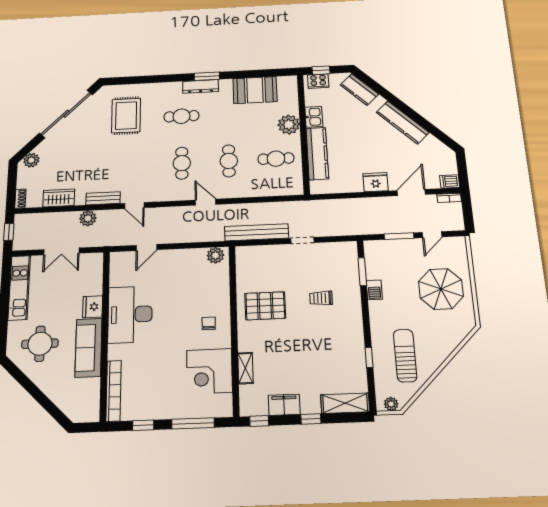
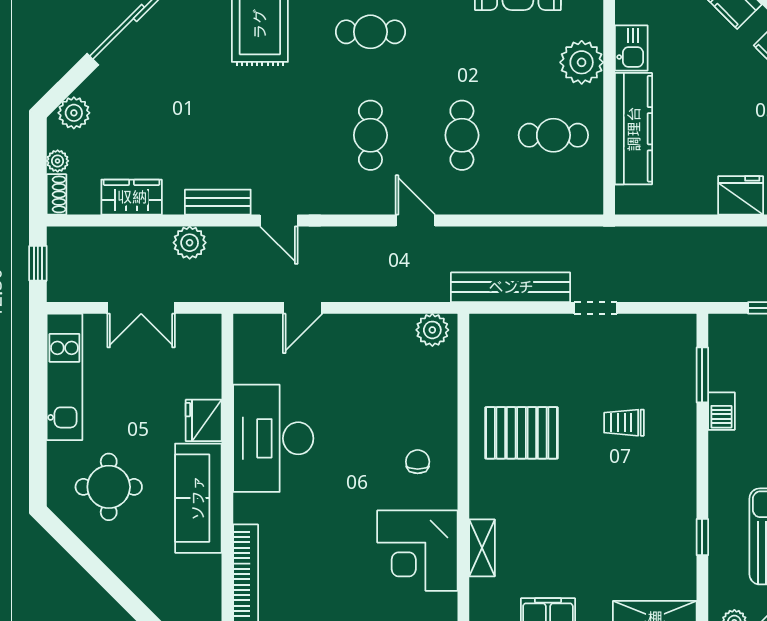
plant: (22, 183) -> (58, 161), added

